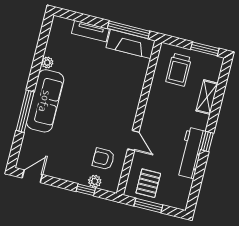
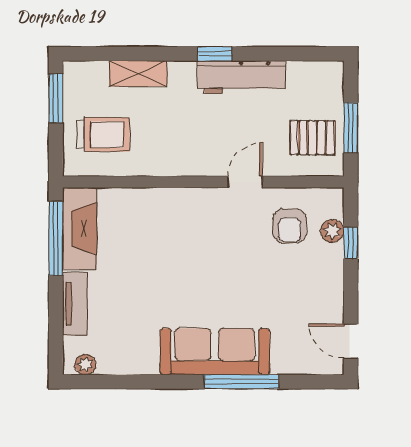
plant: (47, 62) -> (85, 365), moved

